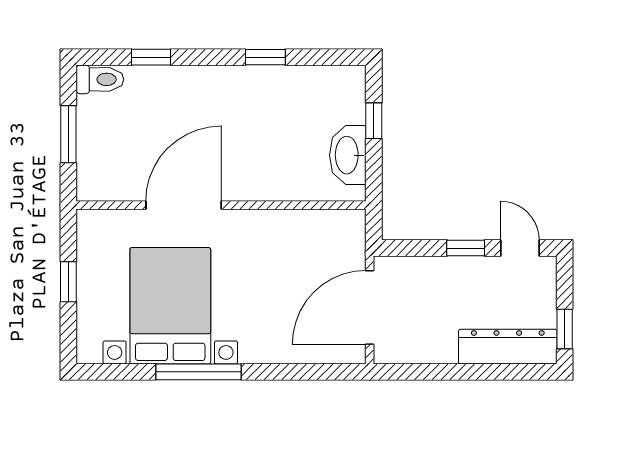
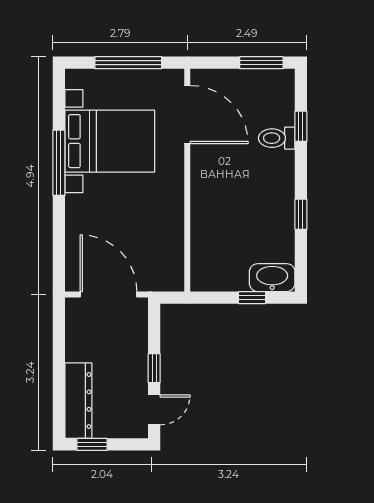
toilet: (100, 79) -> (277, 138), moved, turned 90
window: (68, 134) -> (261, 63), moved
washbasin: (348, 155) -> (272, 278), moved
door: (184, 205) -> (187, 115), moved
window: (68, 282) -> (128, 63), width x2.17

